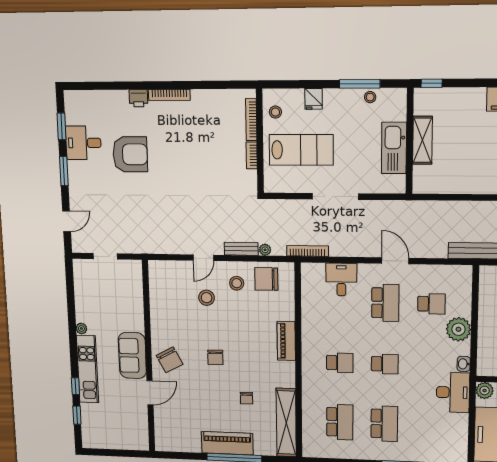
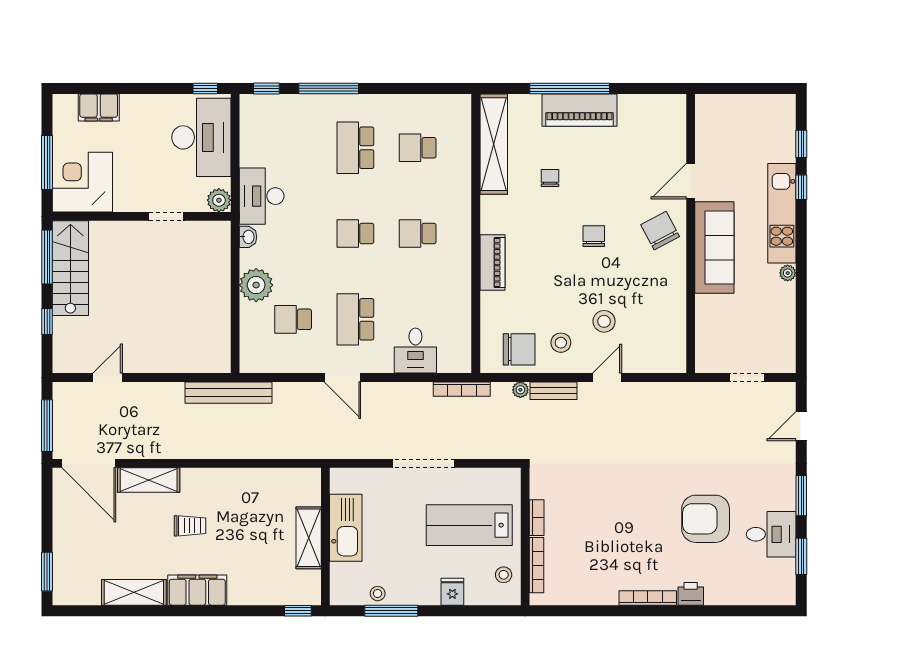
sofa: (132, 355) -> (714, 248), width x1.36
school desk: (340, 422) -> (418, 148), width x0.54

